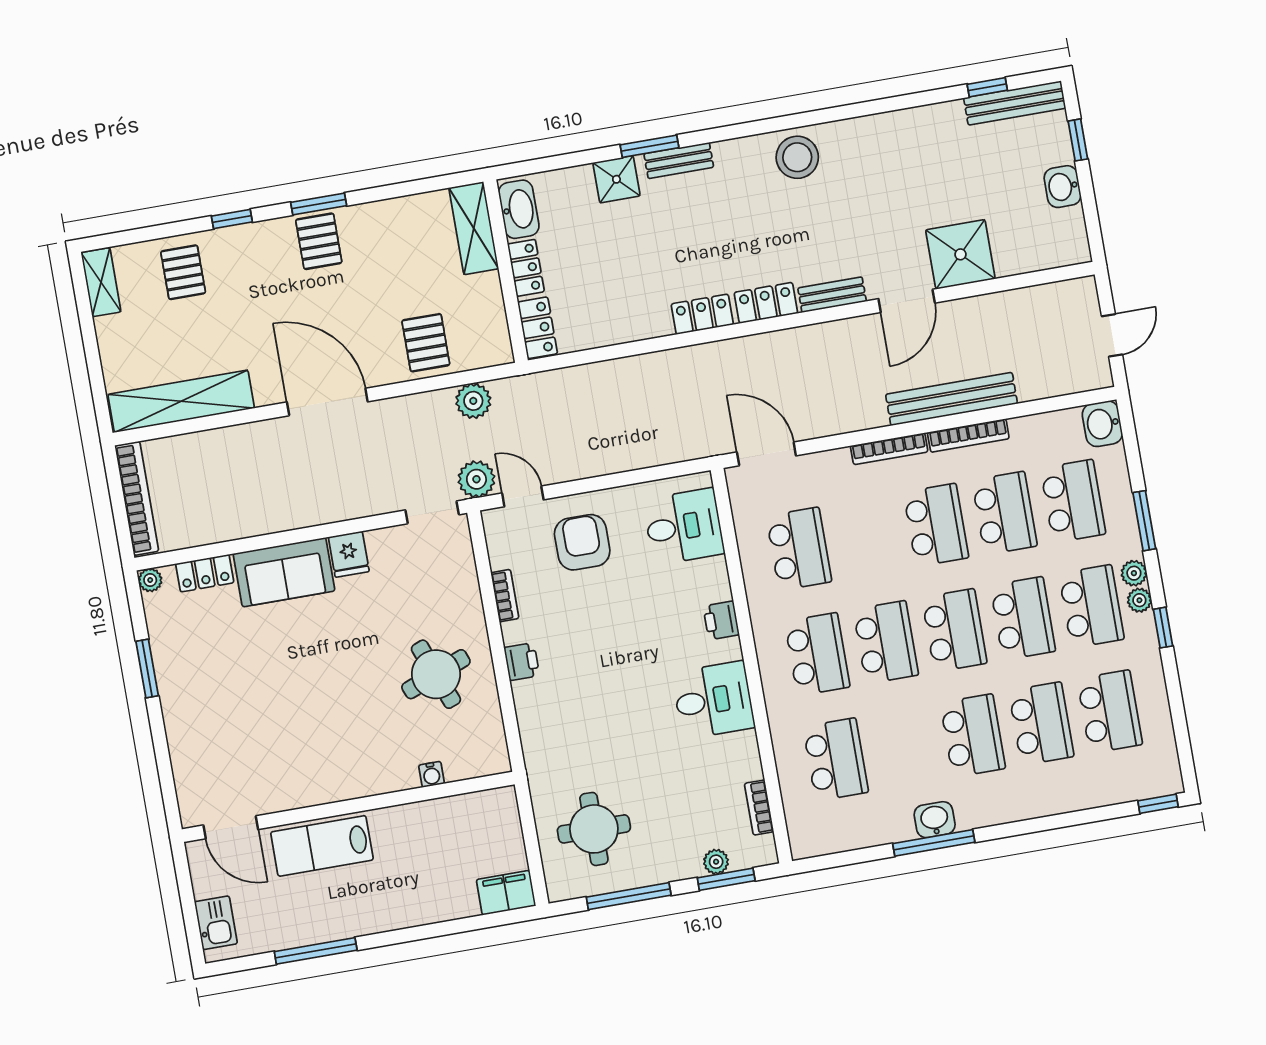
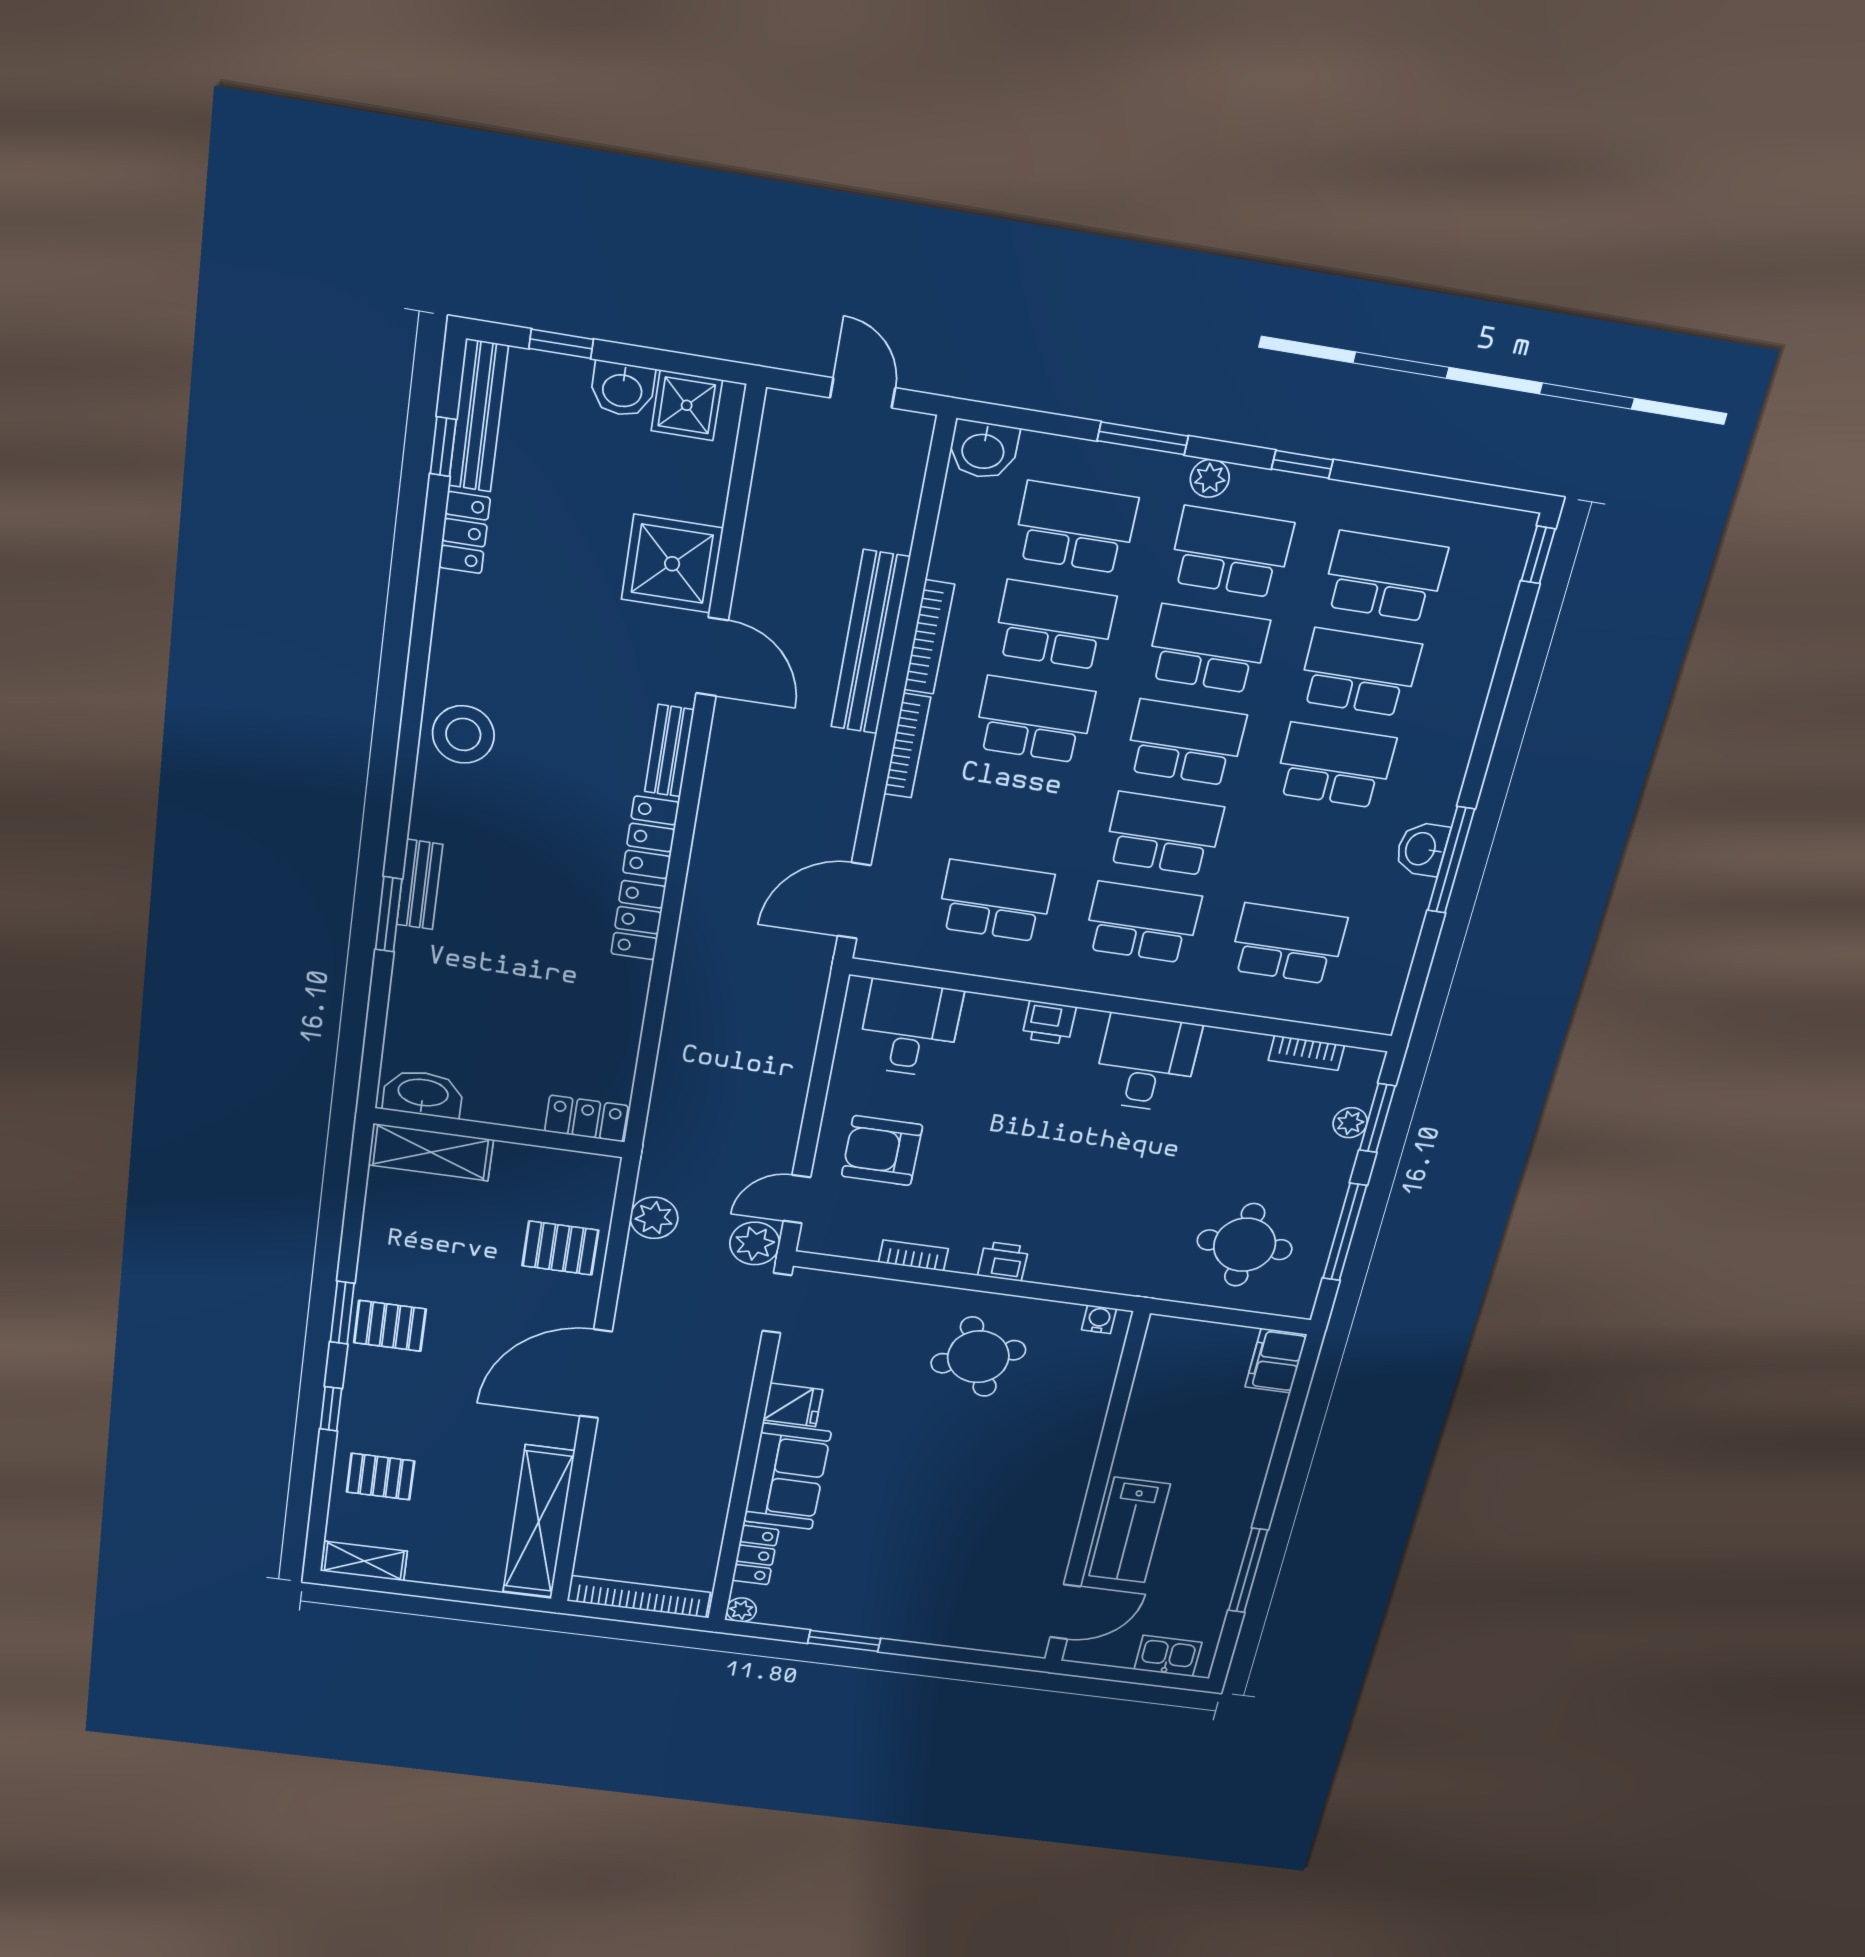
shower: (616, 179) -> (687, 405), moved
locker: (526, 268) -> (465, 533), moved, turned 90
plant: (1139, 600) -> (1250, 484), removed
water cooler: (431, 774) -> (1099, 1319), moved, turned -90

